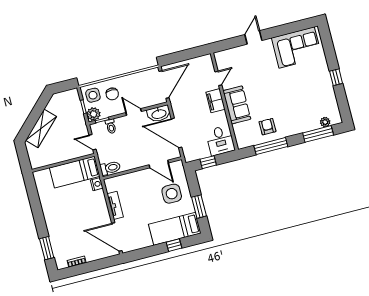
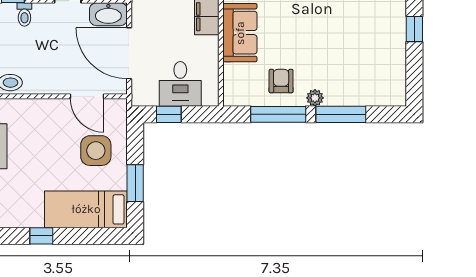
plant: (325, 122) -> (315, 98), moved
window: (318, 134) -> (341, 114), moved
desk: (220, 140) -> (180, 84), moved
window: (174, 245) -> (41, 236), moved

